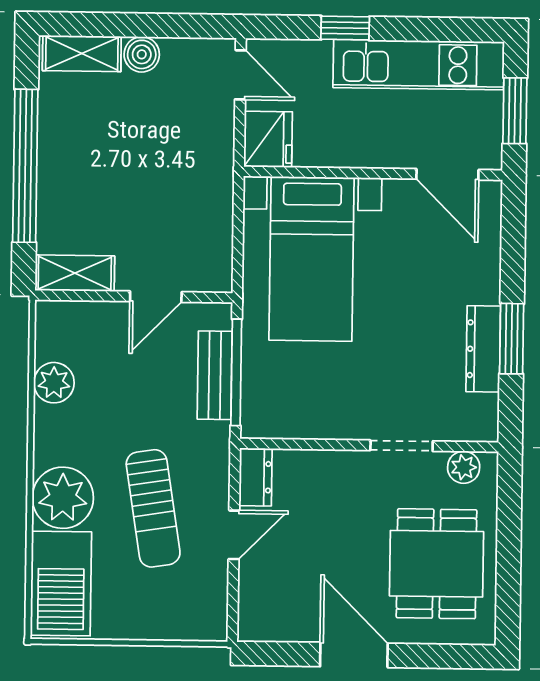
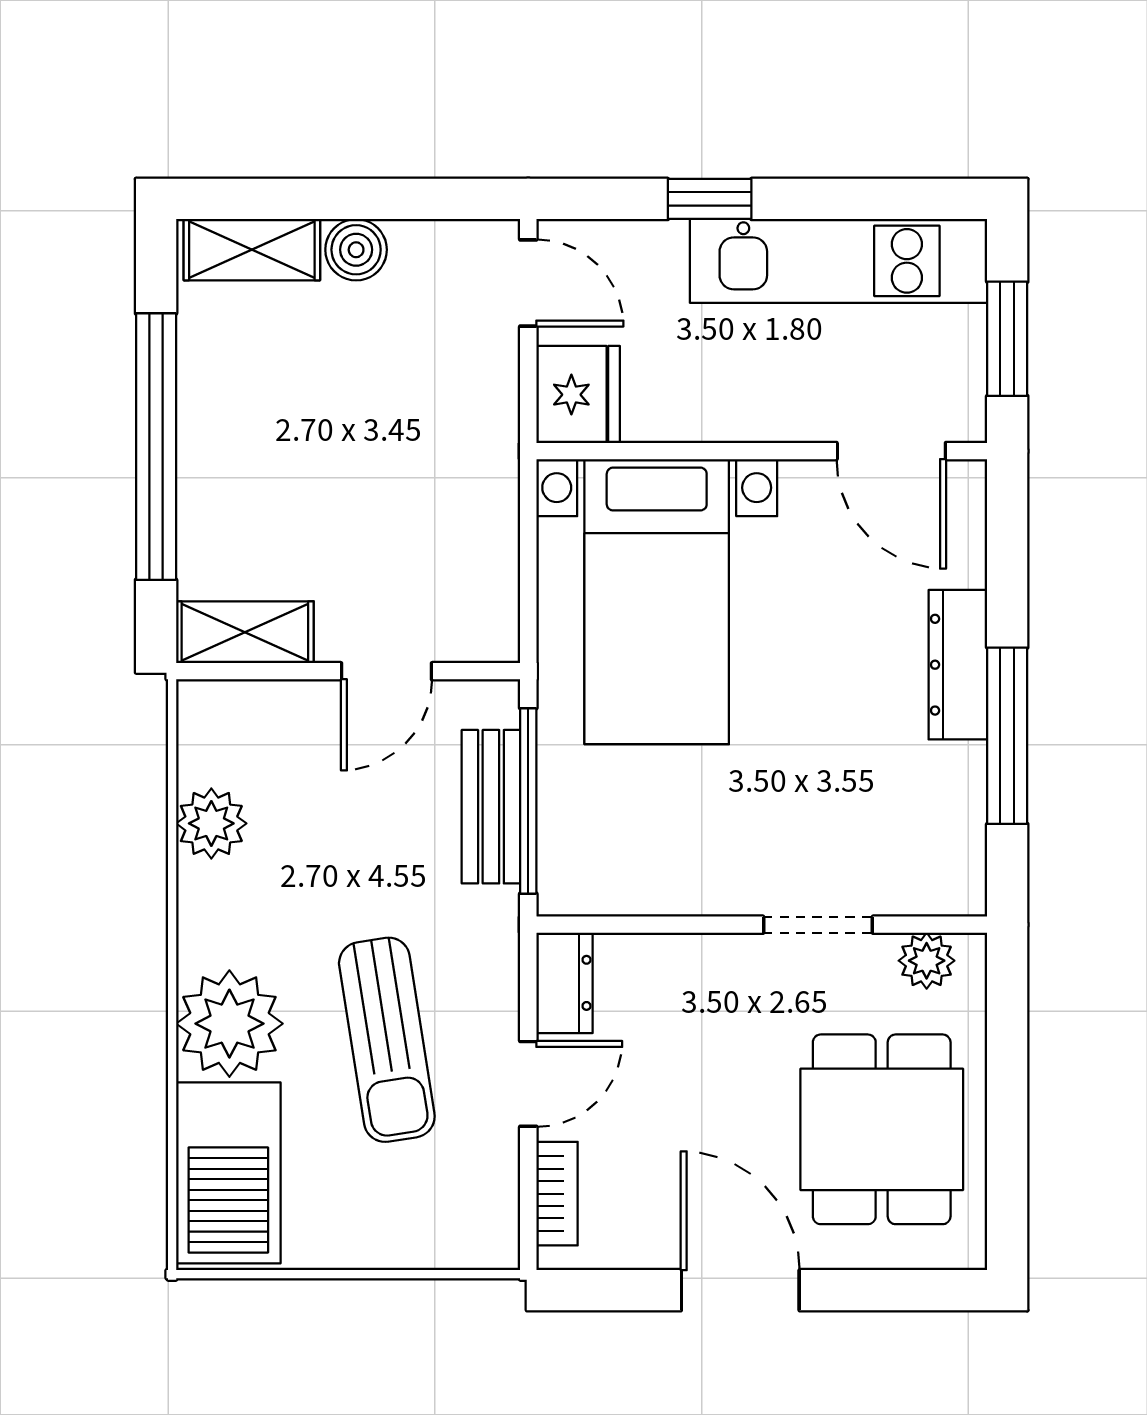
window: (512, 339) -> (1007, 736), width x1.44
dresser: (483, 349) -> (958, 665), moved
bookcase: (250, 598) -> (557, 1194), added

